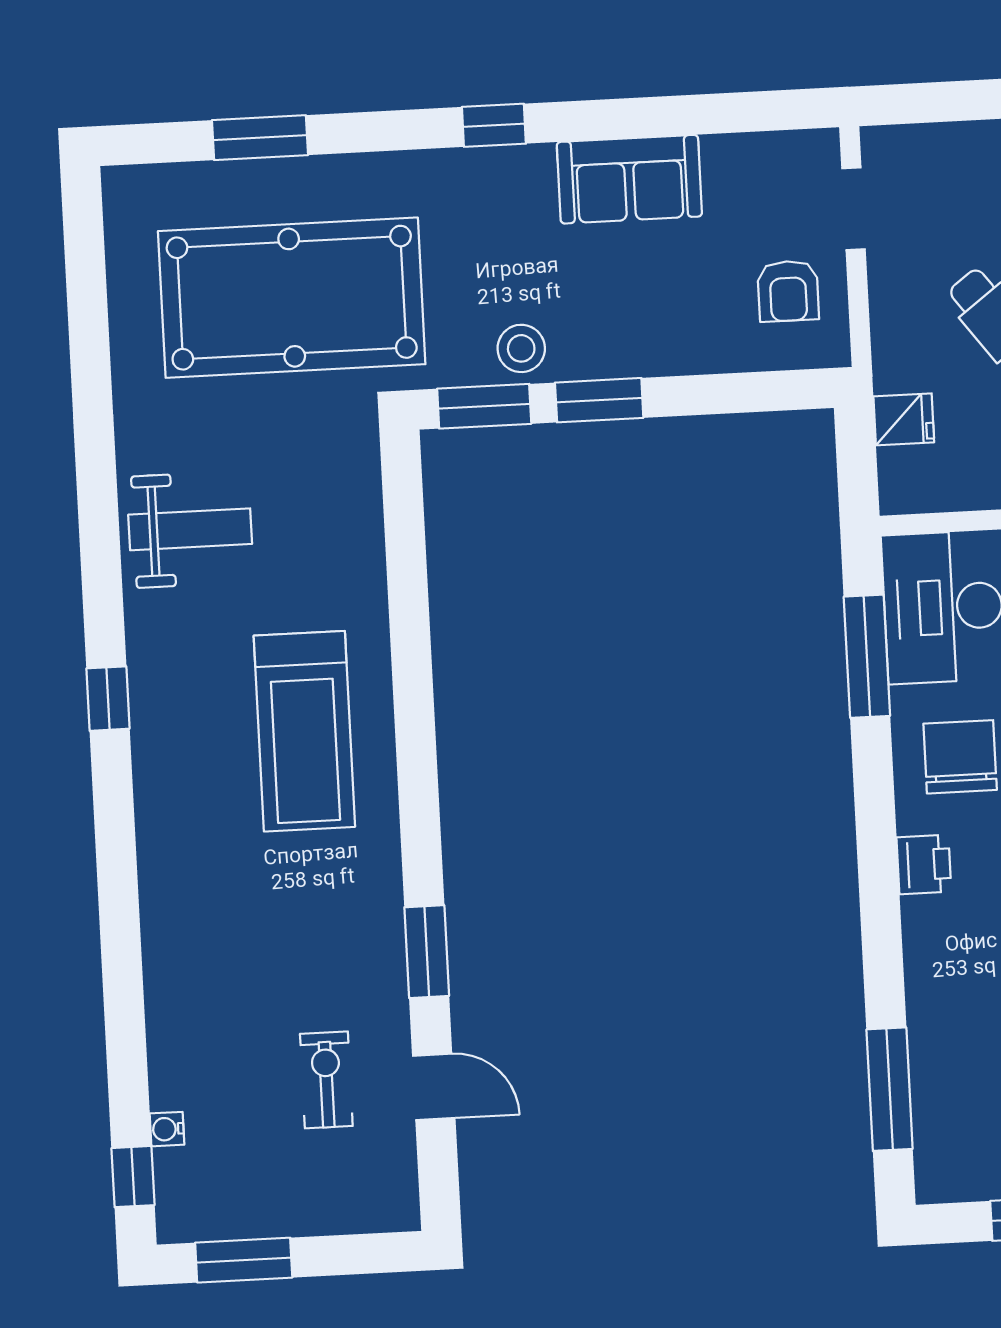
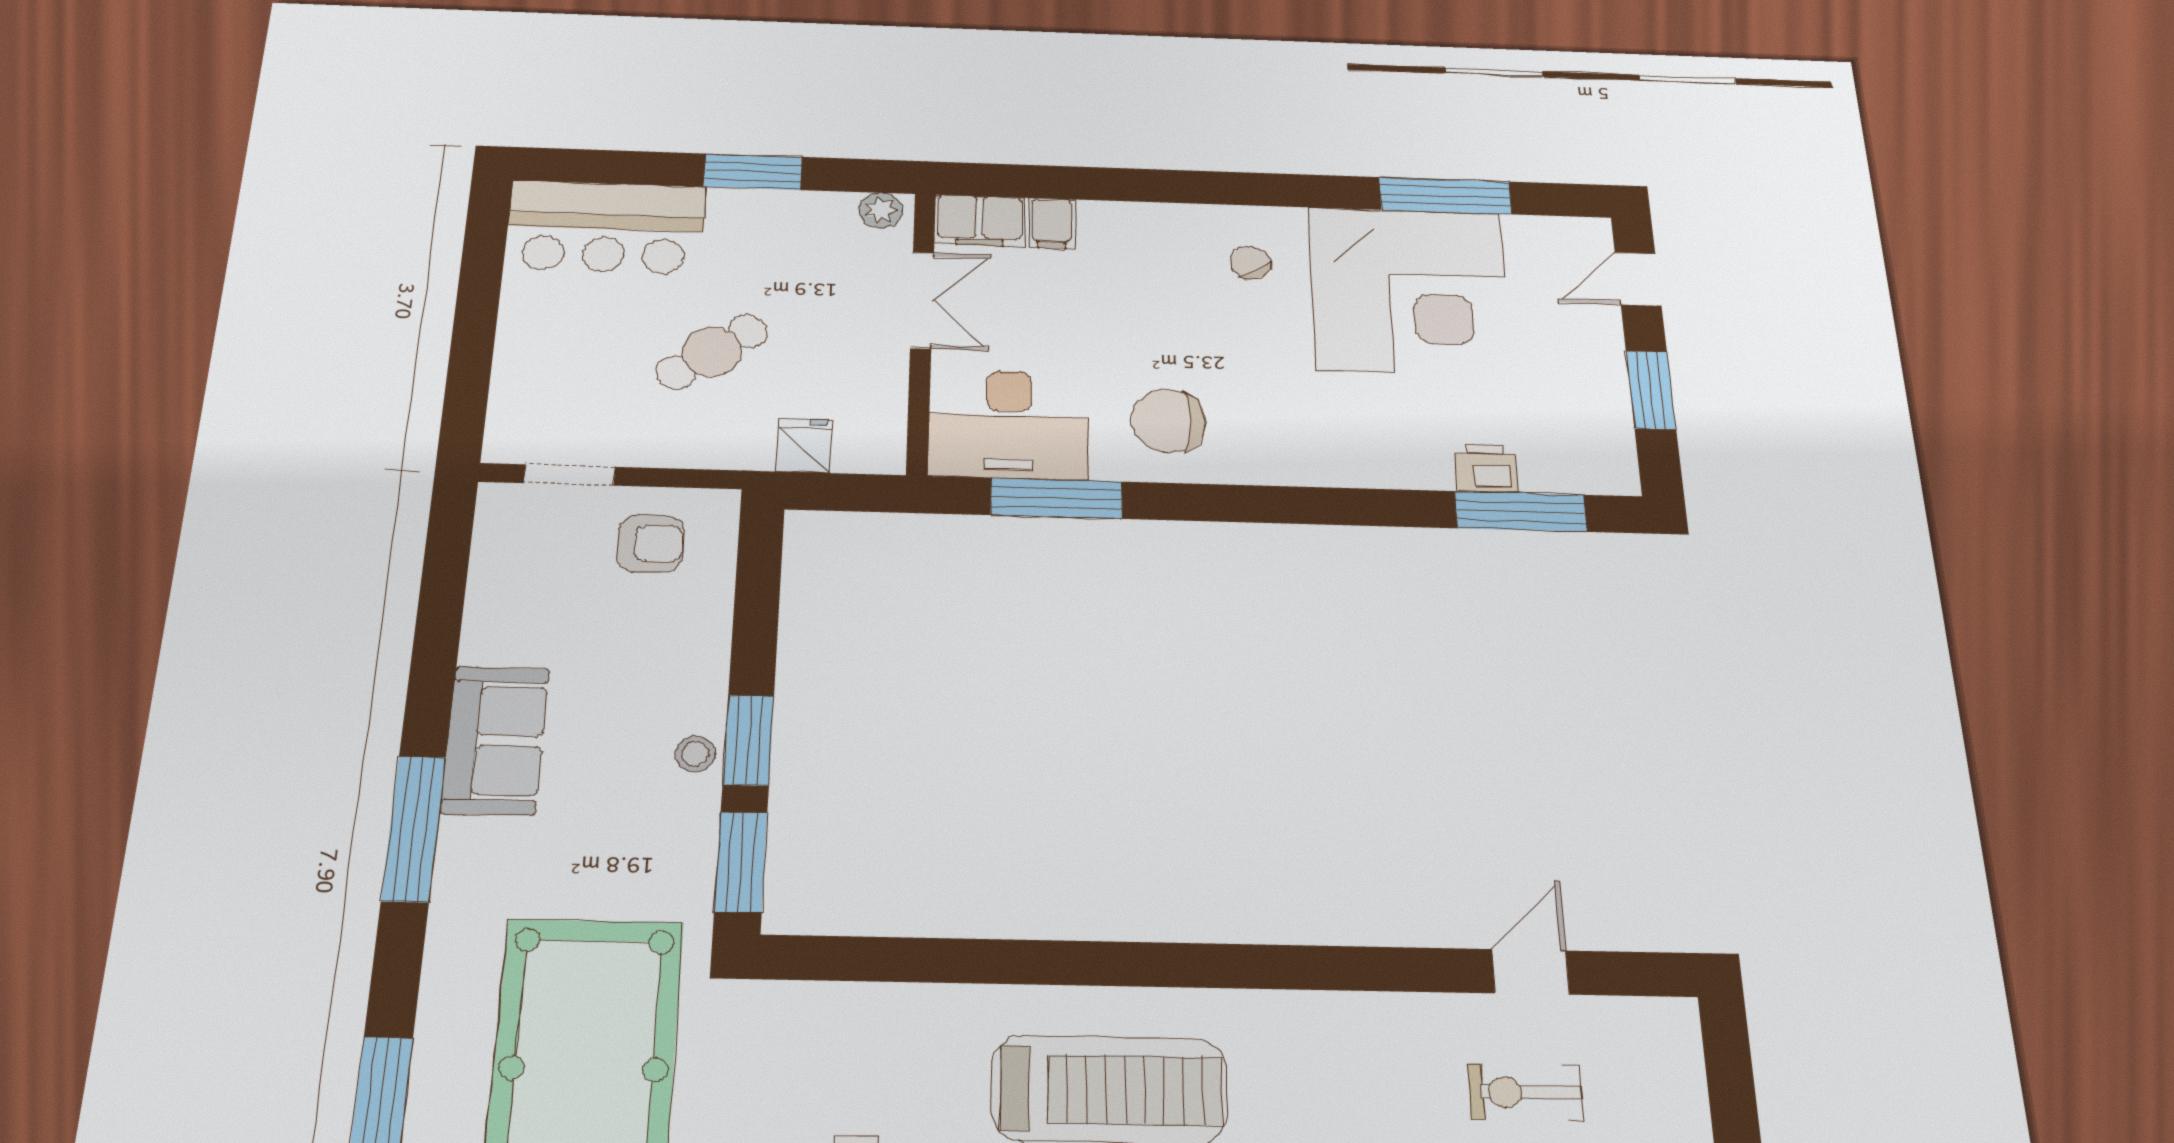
window: (494, 125) -> (414, 829), width x2.17
sofa: (629, 179) -> (495, 740), moved
stool: (521, 348) -> (695, 754), moved, width x0.73, depth x0.73
printer: (924, 864) -> (1486, 468), moved
window: (427, 952) -> (1373, 969), removed

